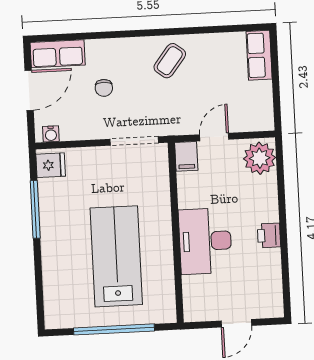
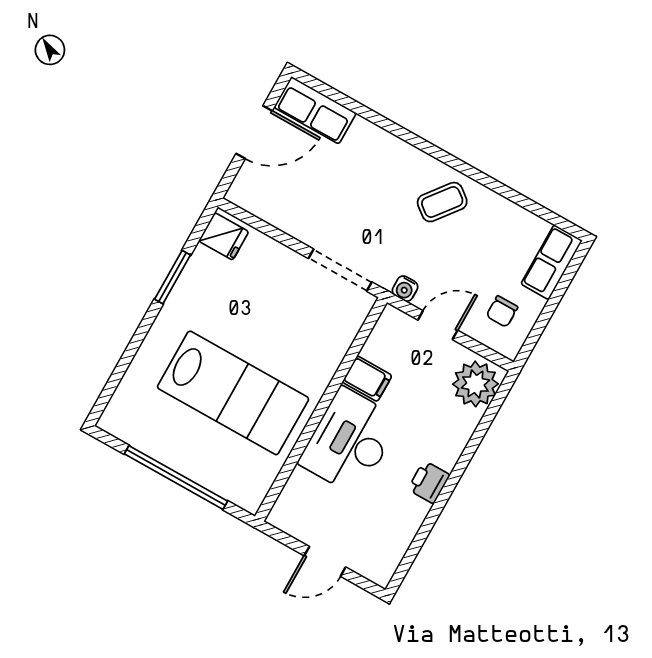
chair: (104, 88) -> (502, 311), moved
water cooler: (51, 134) -> (405, 289), moved
filing cabinet: (186, 156) -> (367, 379), moved, turned -90
window: (35, 209) -> (173, 277), width x0.69
lab bench: (116, 256) -> (233, 393), turned 90

